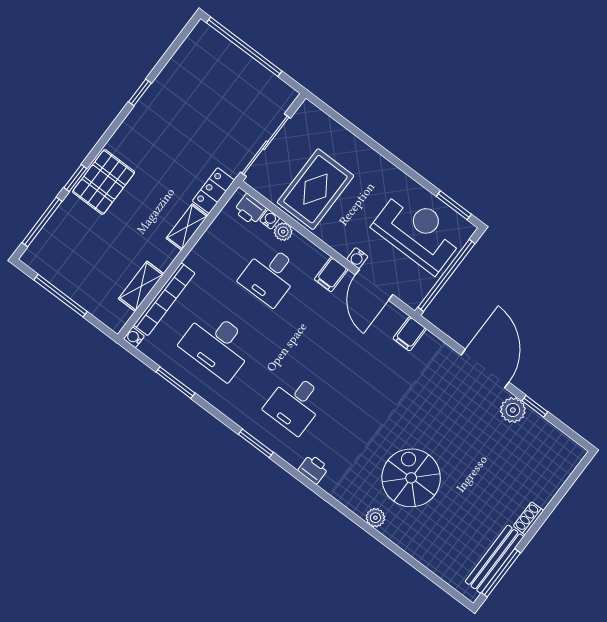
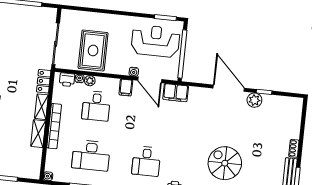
shelving: (141, 286) -> (38, 134), moved
bookcase: (164, 299) -> (54, 126), moved
filing cabinet: (410, 334) -> (176, 93), width x2.00

